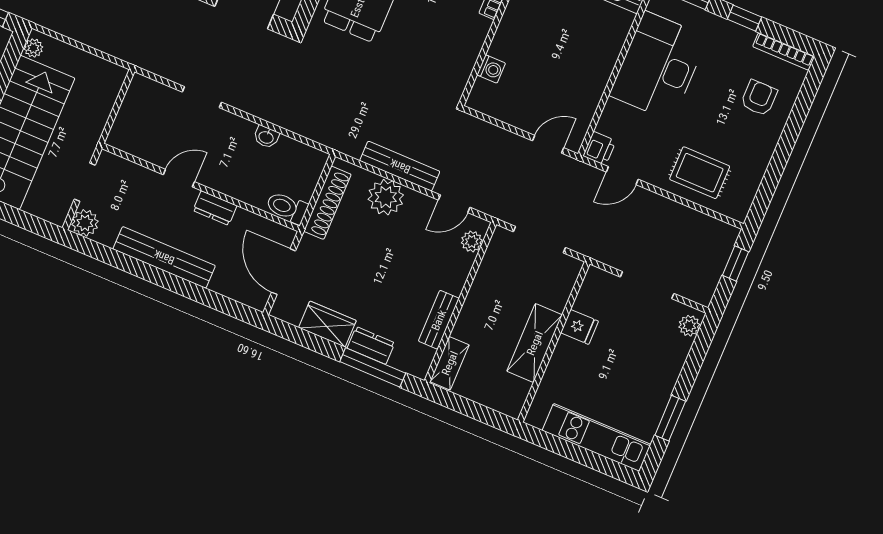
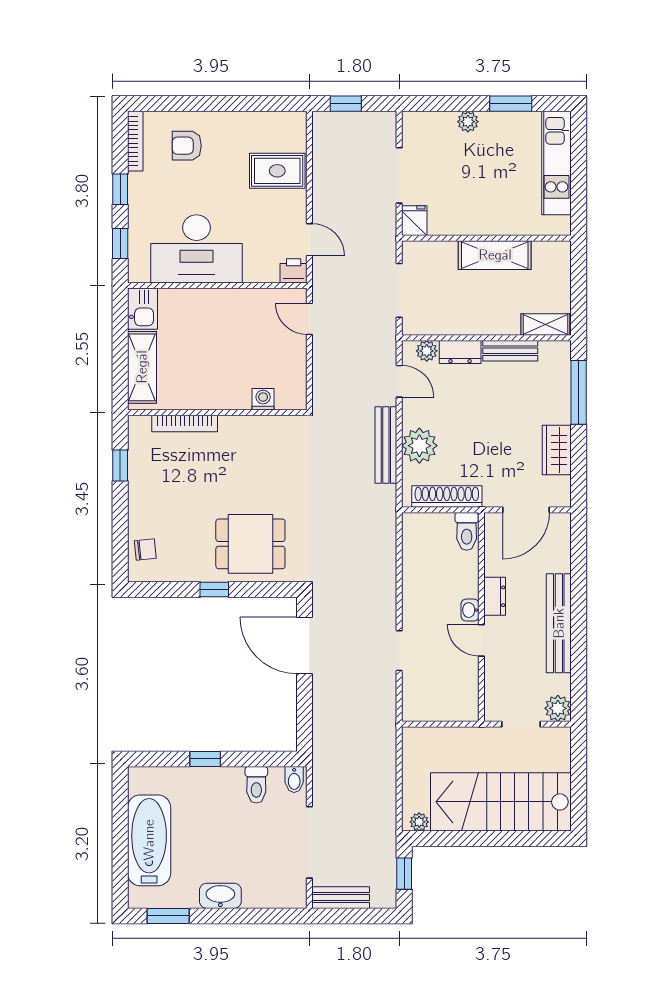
washbasin: (266, 137) -> (470, 610), moved, turned 180
rug: (700, 173) -> (277, 171), turned 90
plant: (689, 326) -> (468, 122), moved
fridge: (580, 327) -> (414, 221), moved
dresser: (371, 345) -> (460, 352), moved, turned -90

